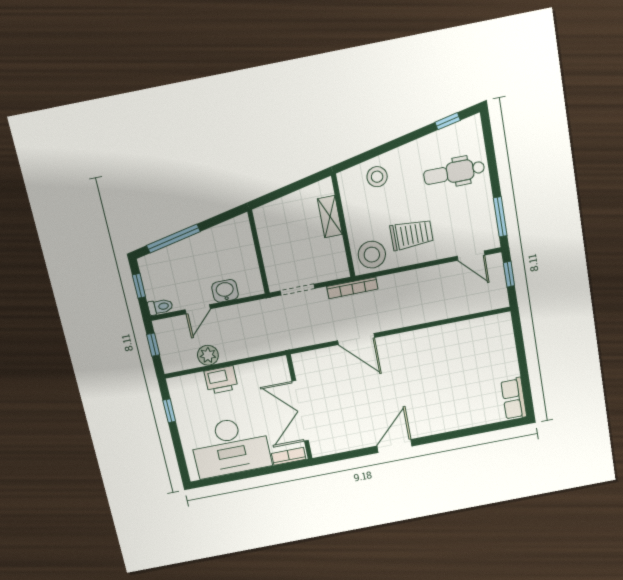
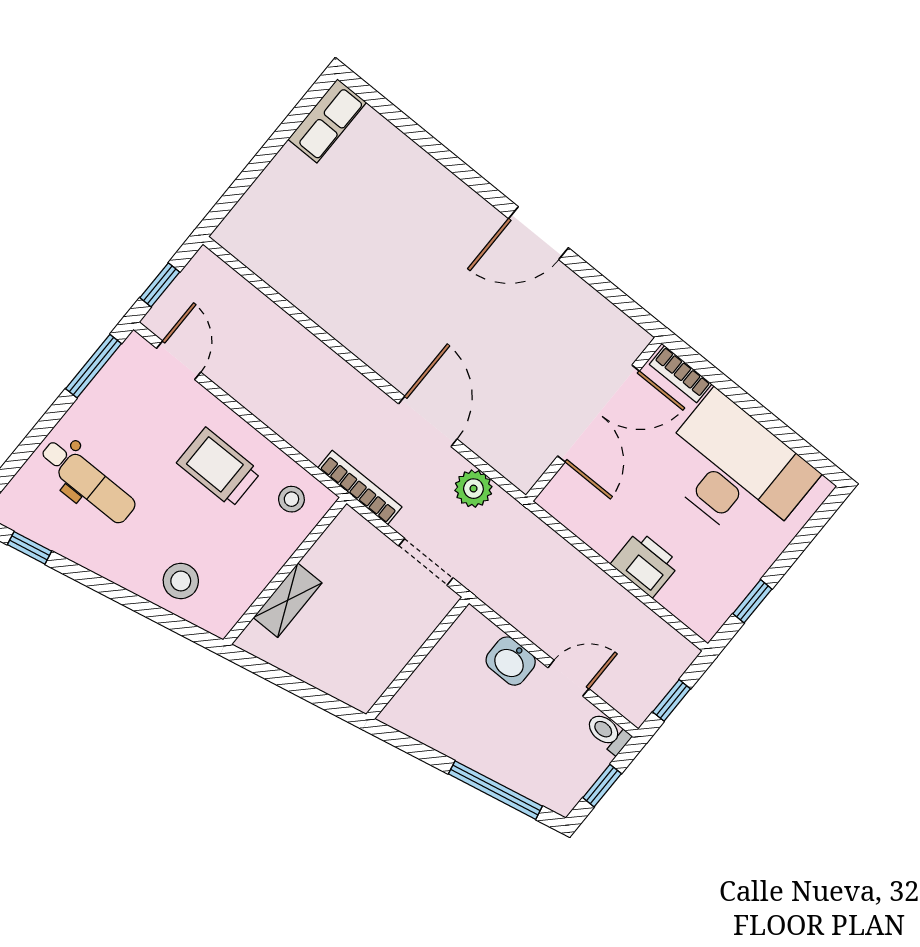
stool: (372, 255) -> (291, 499), width x0.53, depth x0.53
plant: (208, 355) -> (473, 489), moved

